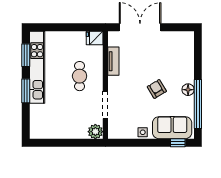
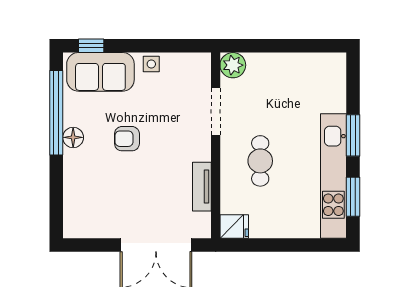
armchair: (157, 89) -> (127, 139), turned 121

